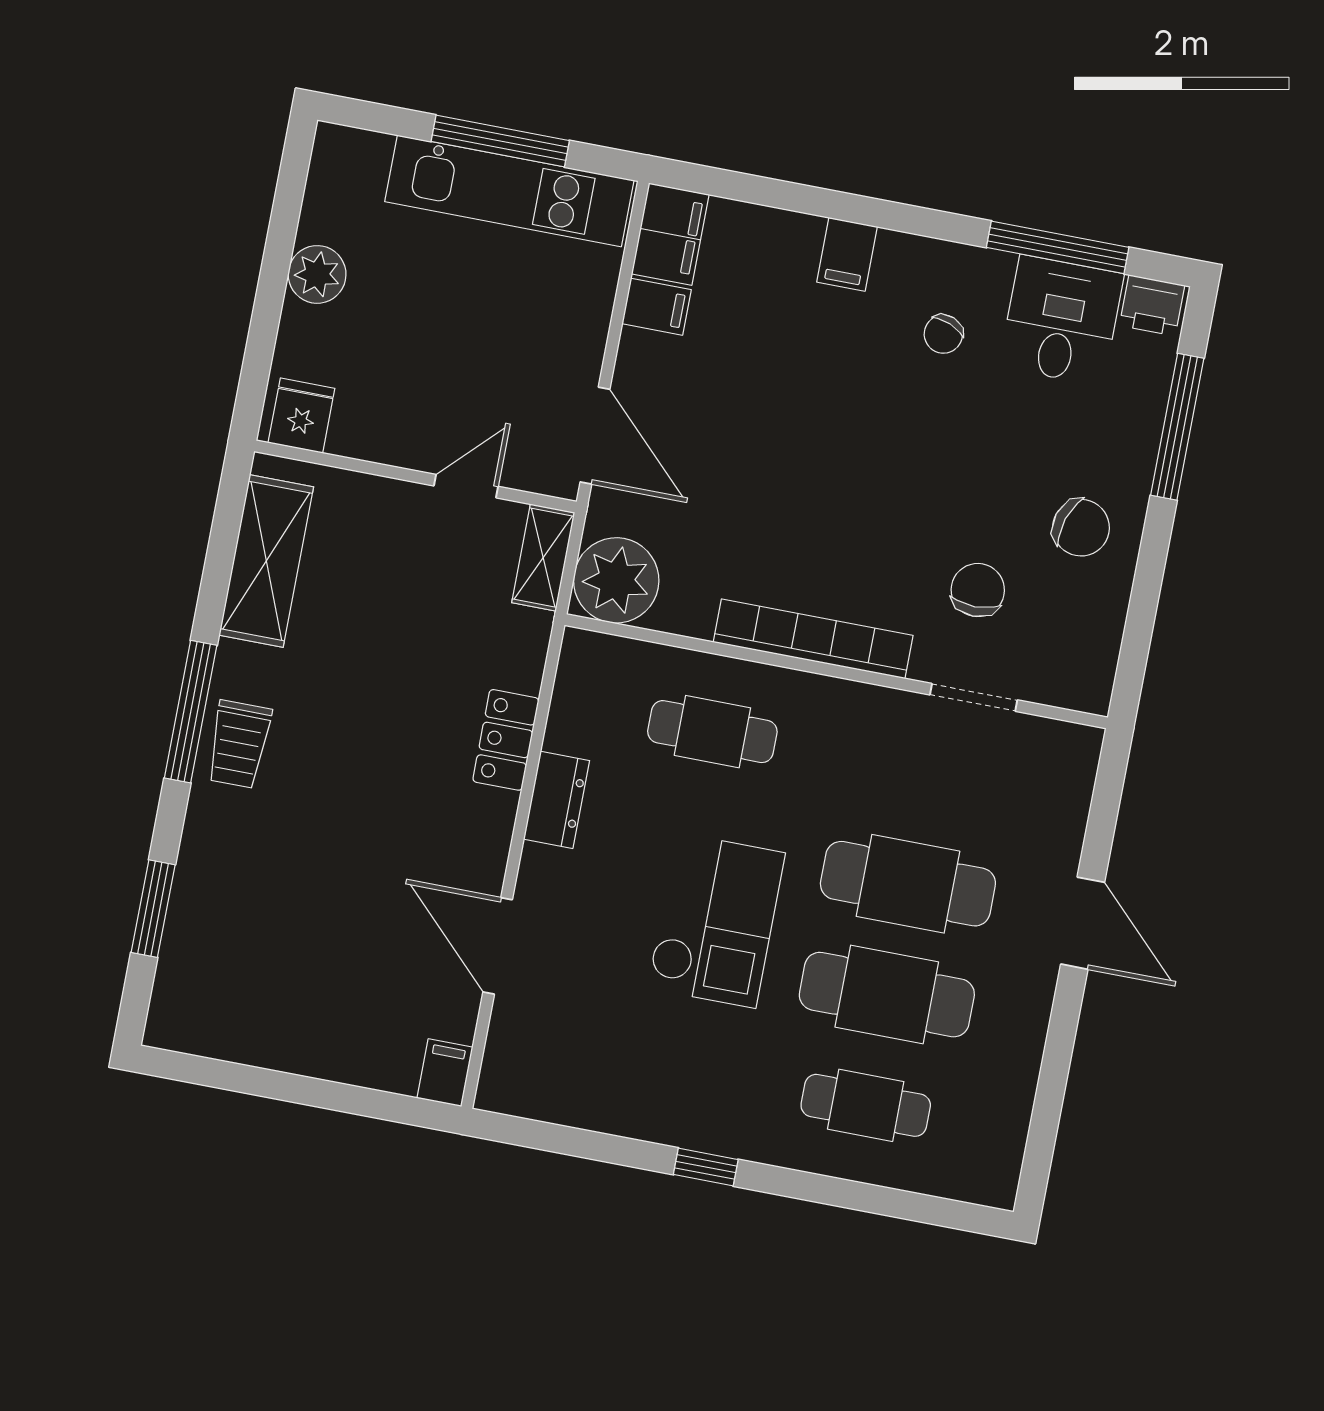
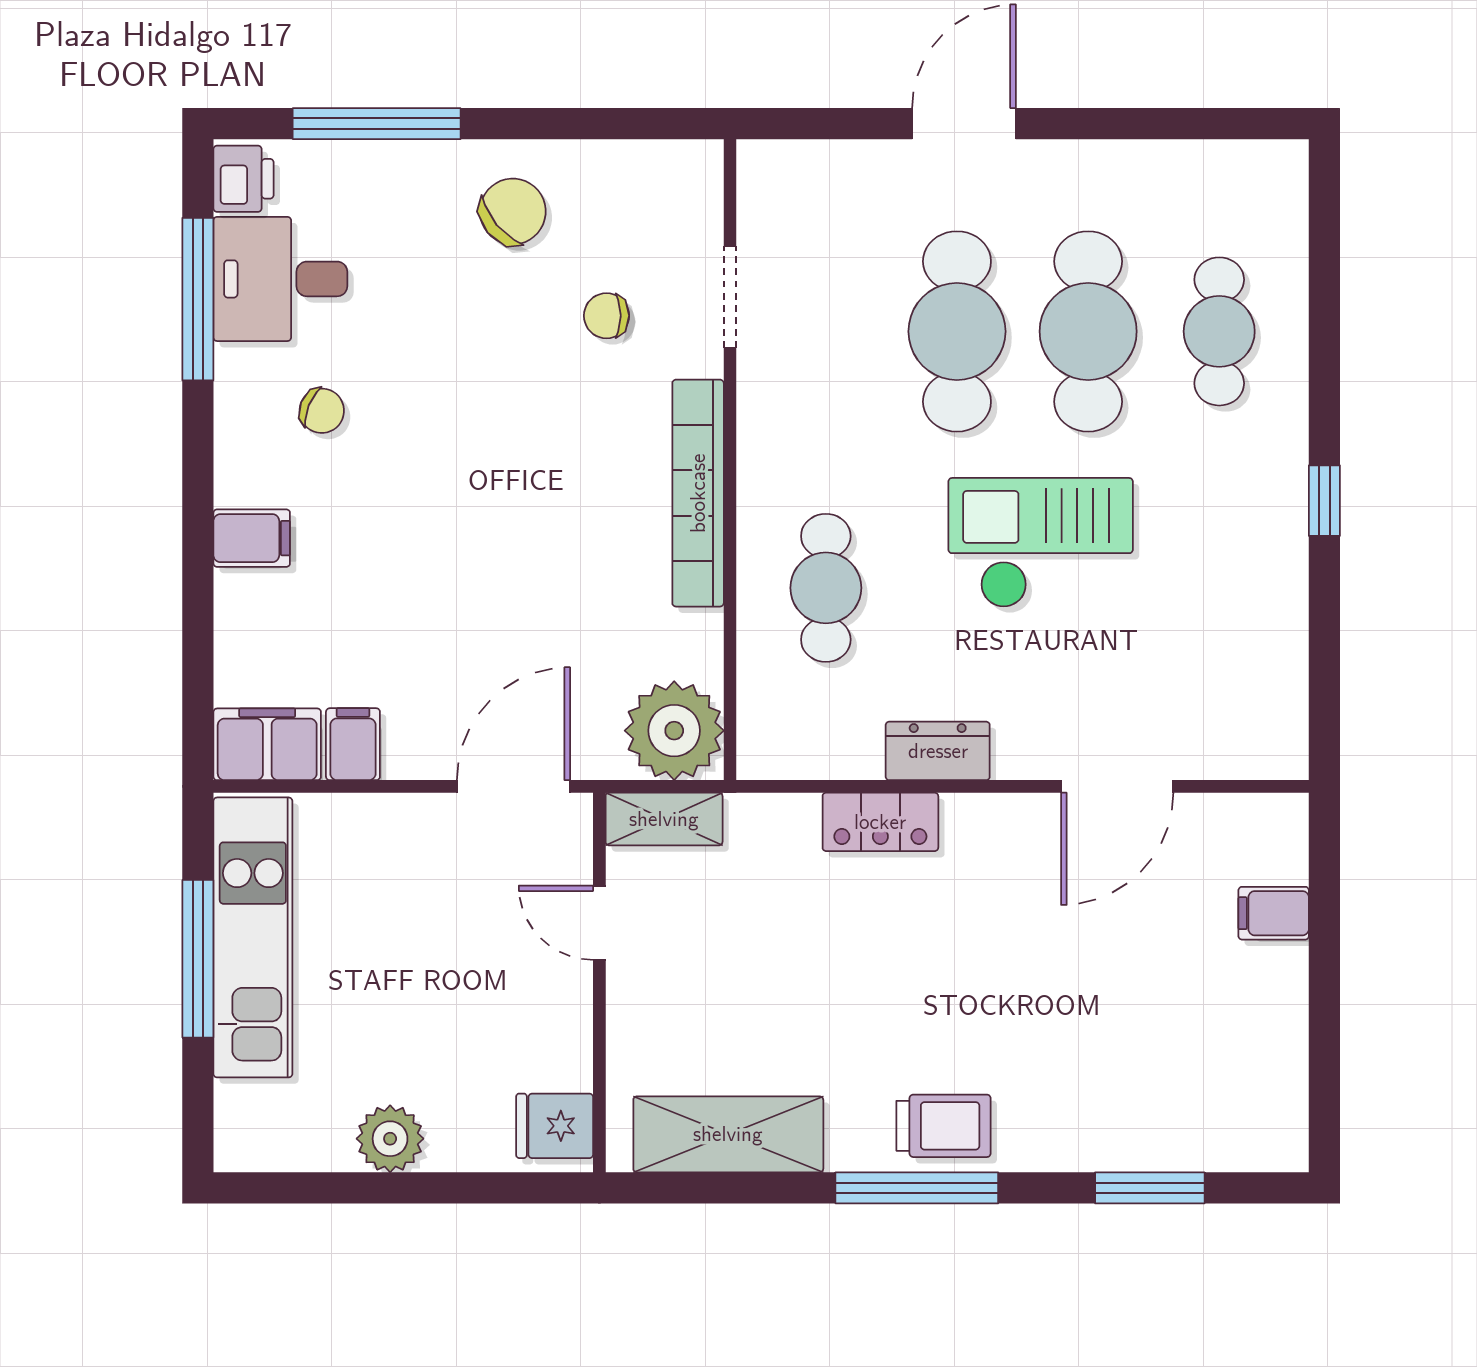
chair: (1081, 528) -> (513, 211), turned 32
chair: (978, 590) -> (606, 316), width x0.73, depth x0.73
filing cabinet: (445, 1073) -> (1274, 913), moved

